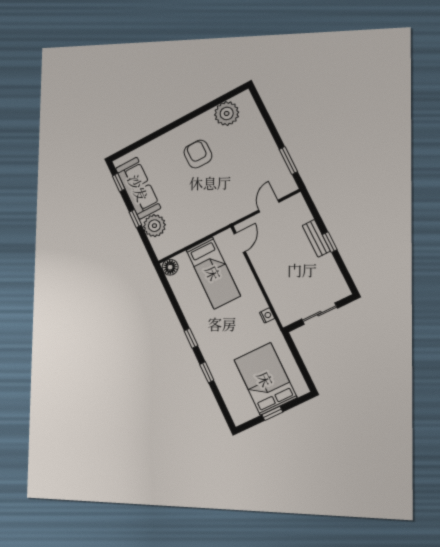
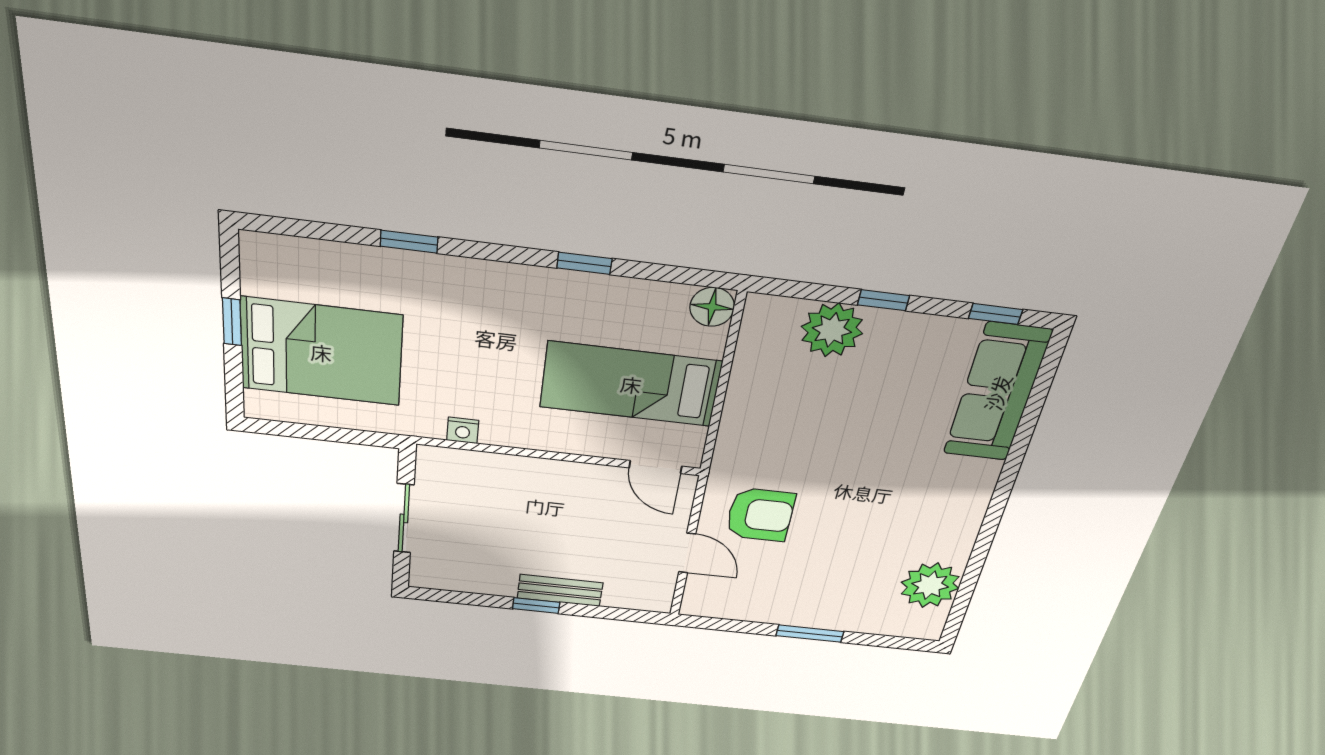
armchair: (198, 154) -> (760, 515), moved
window: (288, 160) -> (810, 634), moved
sofa: (138, 188) -> (997, 393), moved, turned 90
window: (191, 338) -> (584, 263), moved

